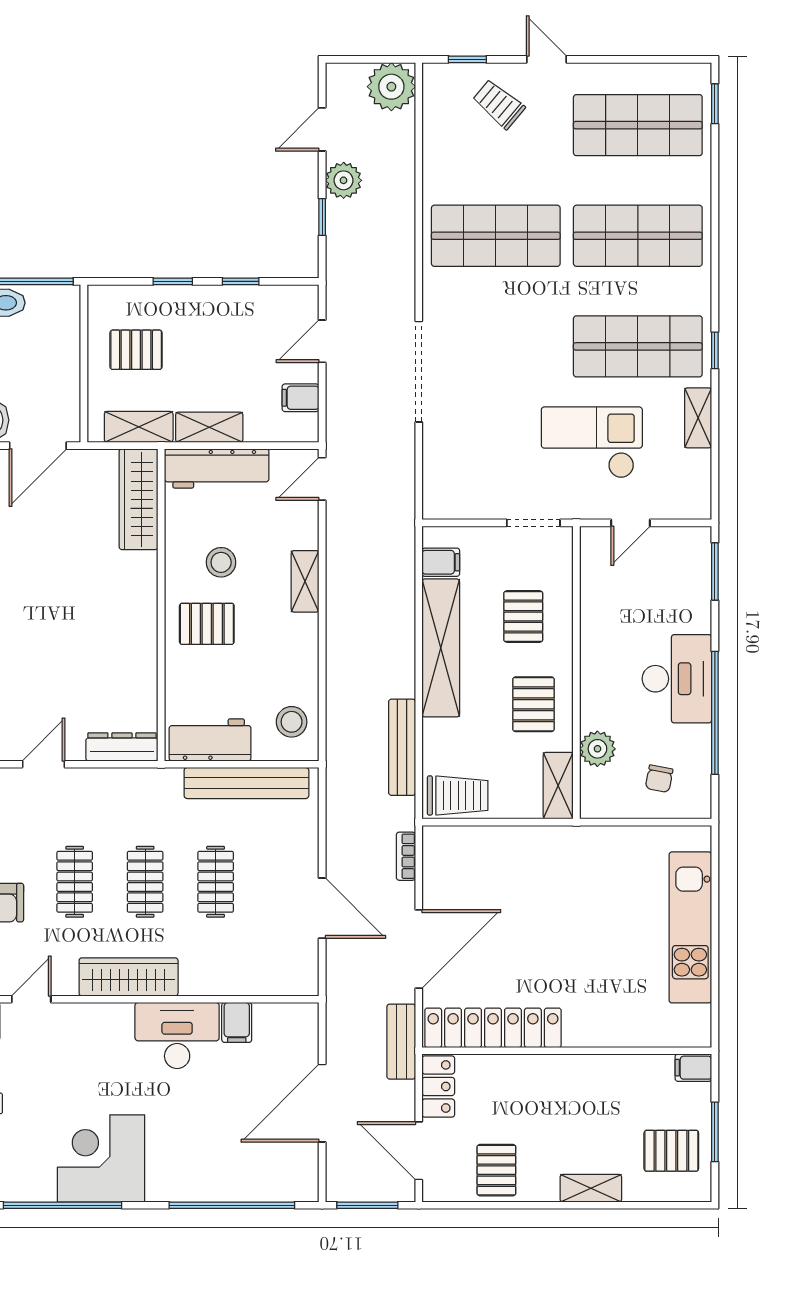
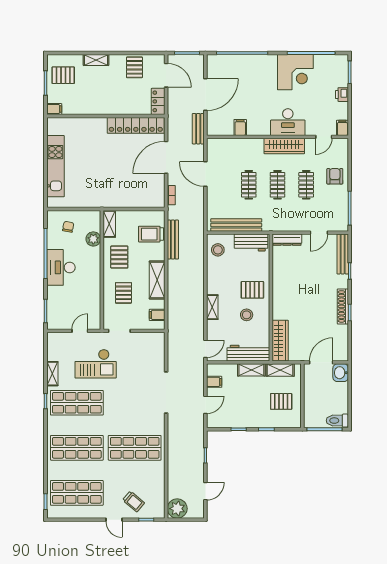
plant: (344, 180) -> (197, 470), removed
shelving: (441, 648) -> (157, 280), width x0.68
trolley: (458, 795) -> (151, 234), moved
desk: (177, 1036) -> (288, 122), moved
bench: (401, 1042) -> (198, 129), moved

